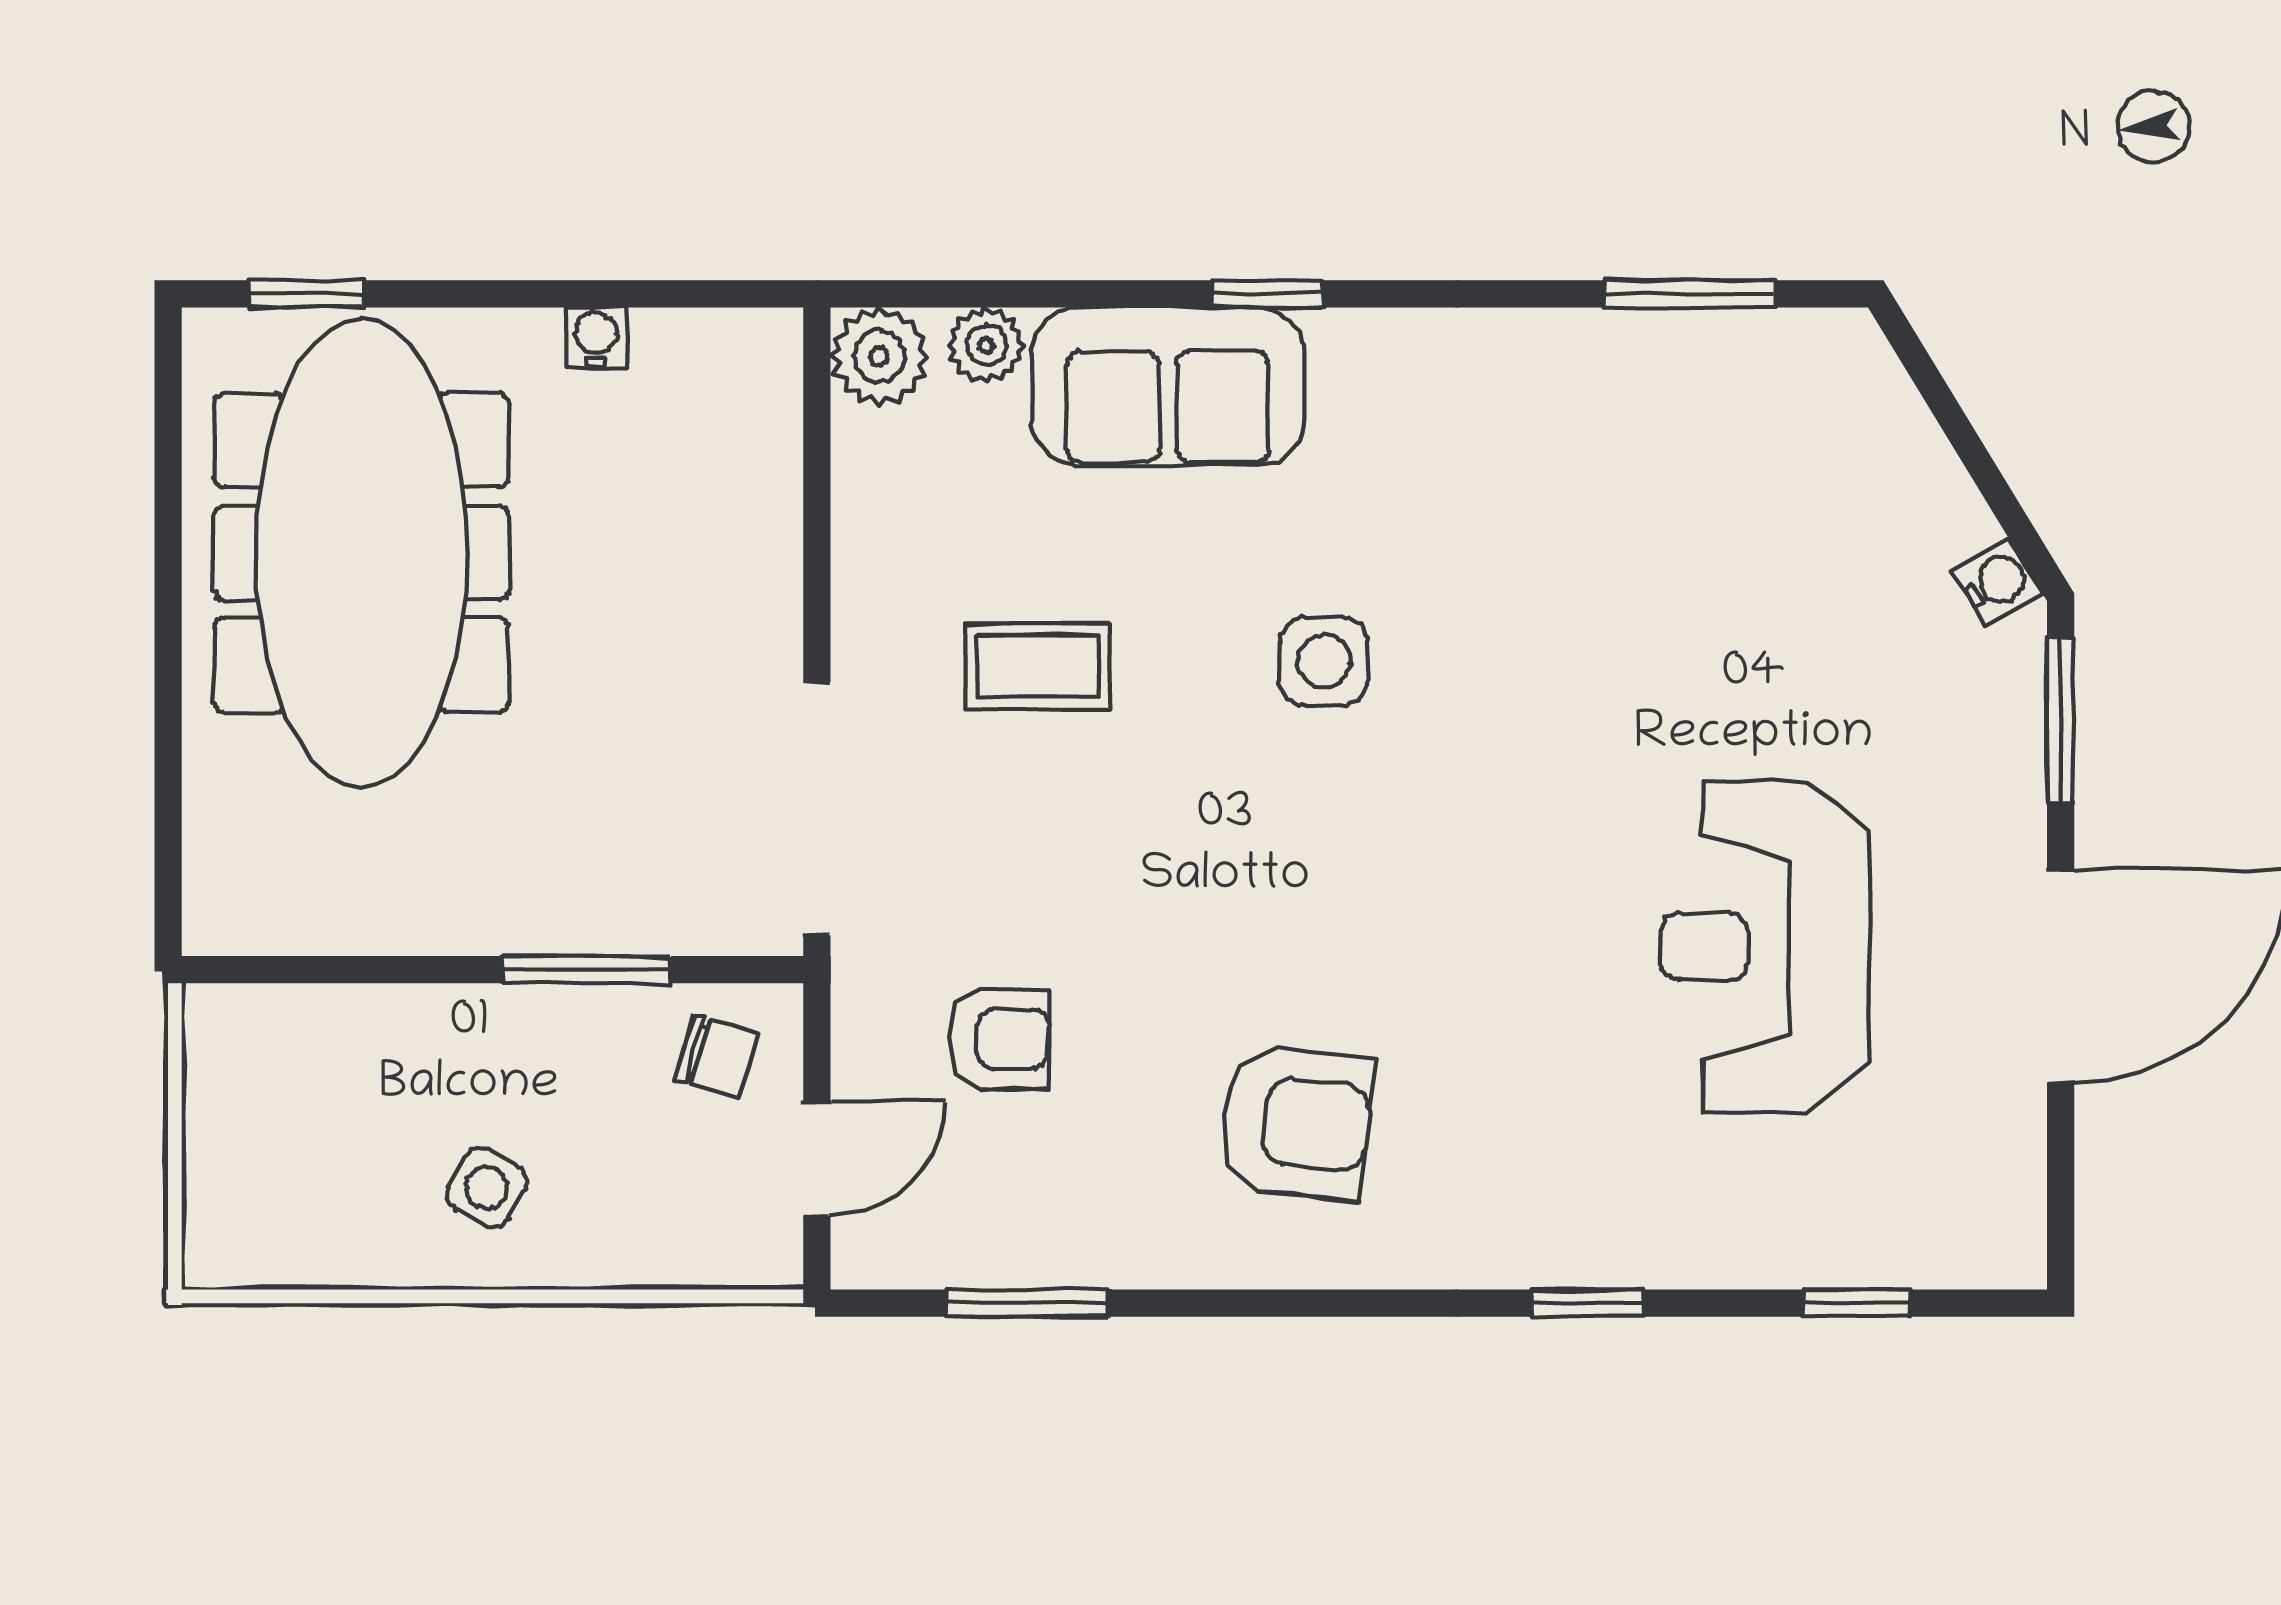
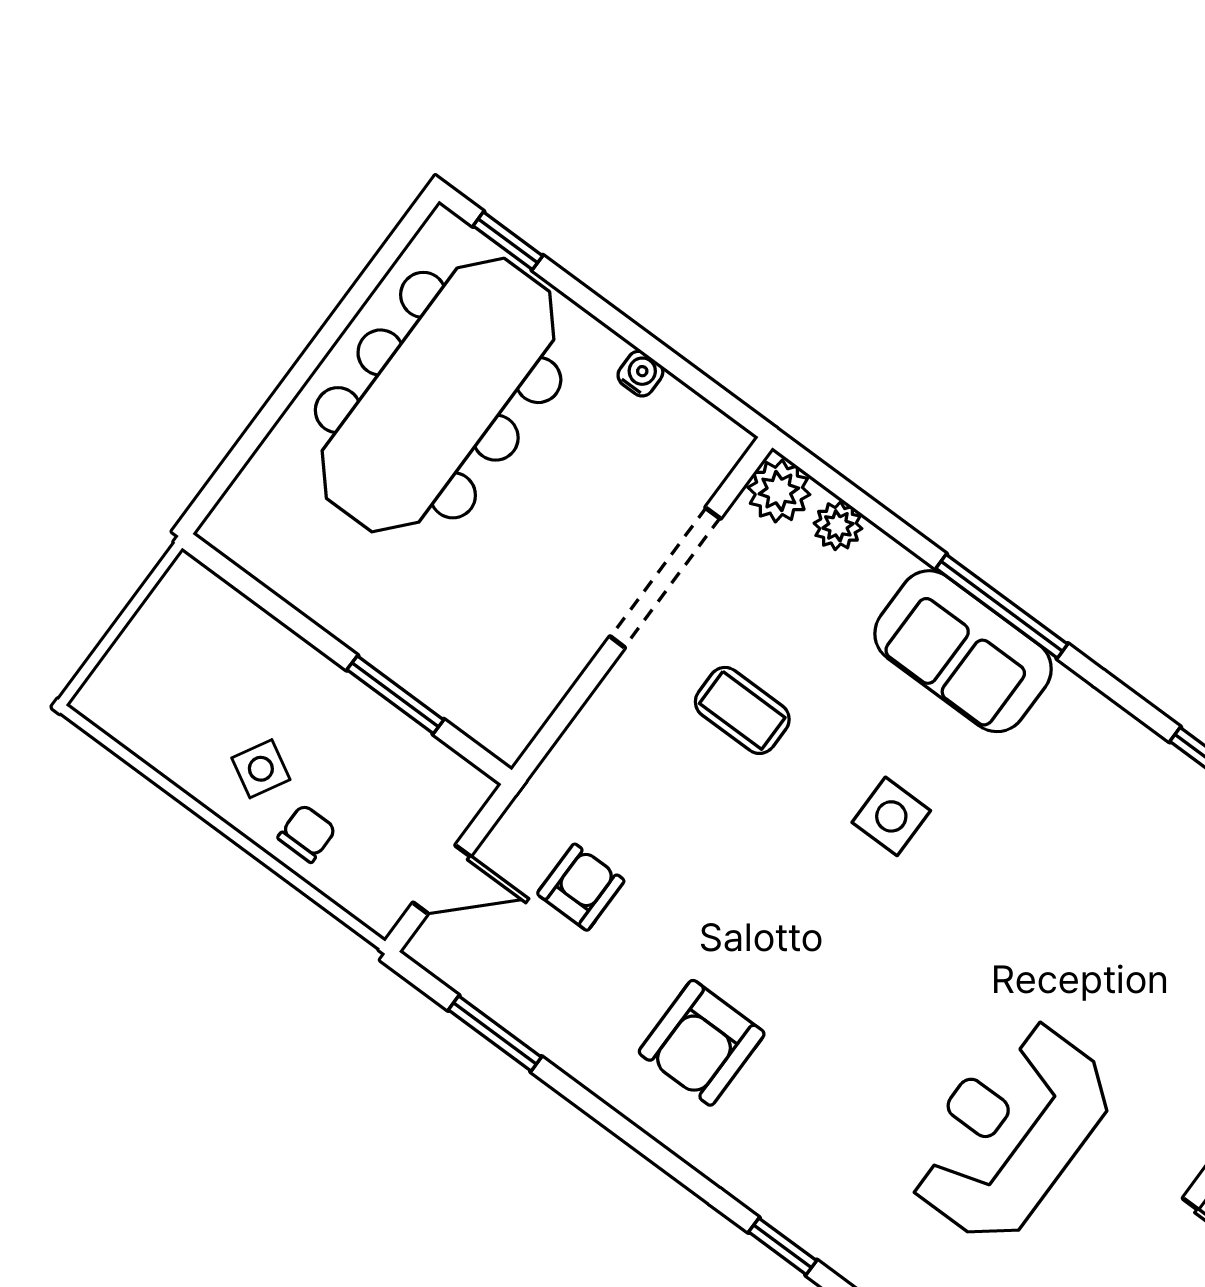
window: (1267, 294) -> (1002, 606), width x2.17
sofa: (1168, 386) -> (963, 651), moved
doorway: (817, 809) -> (665, 578), moved
armchair: (999, 1039) -> (581, 887), turned -90
chair: (717, 1057) -> (307, 833), moved, turned -107
armchair: (1296, 1122) -> (702, 1043), turned 83

